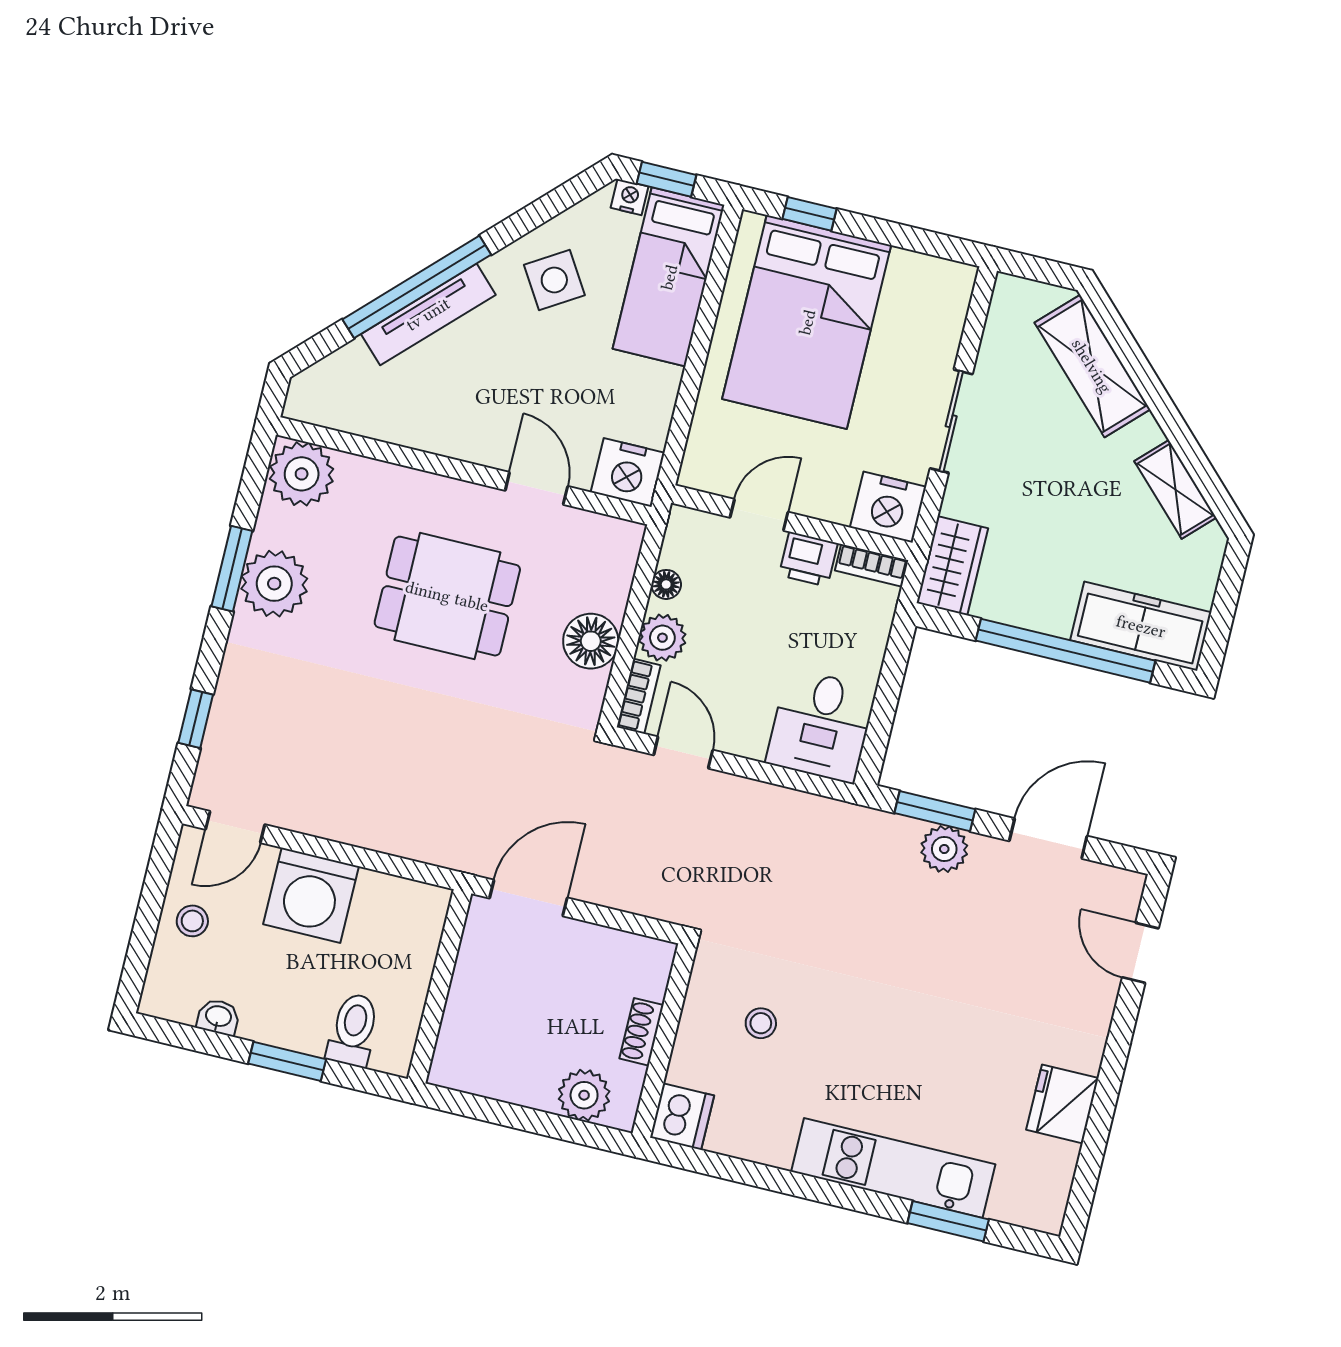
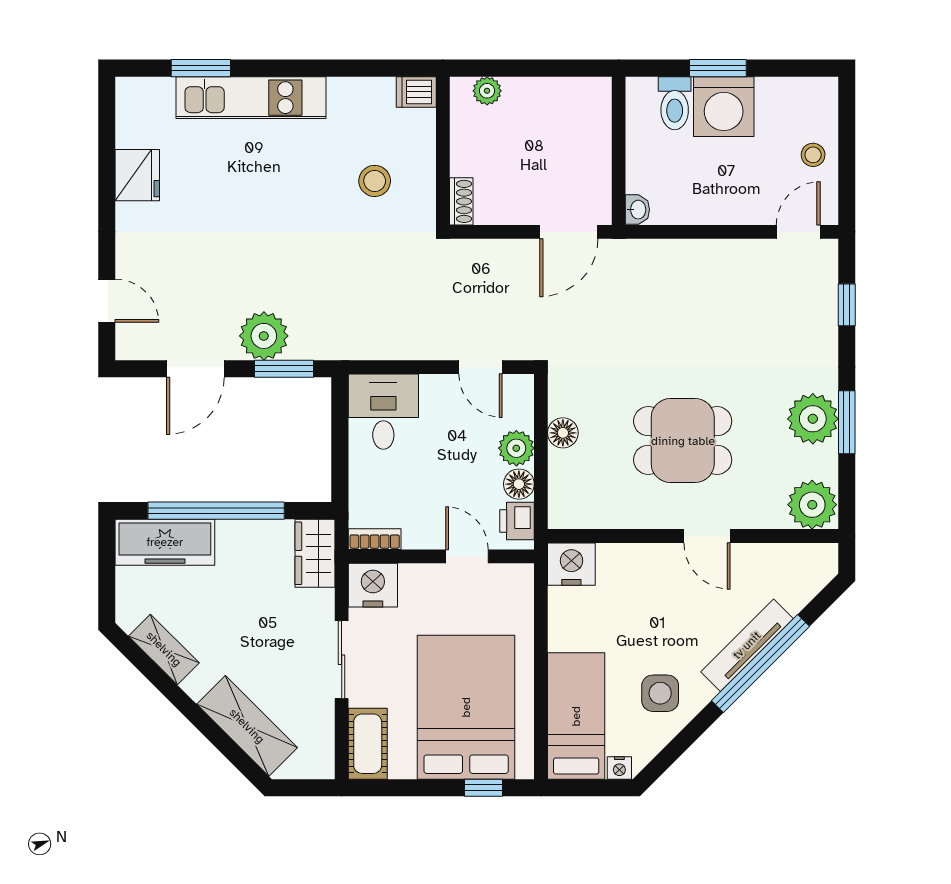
window: (667, 179) -> (595, 788), removed
side table: (554, 280) -> (660, 693), turned 32
cot: (944, 306) -> (368, 744), added
door: (536, 488) -> (707, 536), moved
door: (759, 515) -> (467, 556), swing flipped
printer: (808, 559) -> (517, 521), moved, turned -90
floor lamp: (666, 584) -> (519, 484), width x1.37, depth x1.37
floor lamp: (591, 641) -> (563, 433), width x0.73, depth x0.73
bookcase: (639, 696) -> (523, 401), removed
plant: (944, 849) -> (264, 336), width x1.36, depth x1.36
washing machine: (311, 895) -> (724, 107), moved, turned 180
washbasin: (218, 1017) -> (637, 210), moved, turned -90
stool: (761, 1023) -> (375, 181), width x1.37, depth x1.37
shoe rack: (642, 1032) -> (461, 201), moved
plant: (584, 1095) -> (487, 91), width x0.73, depth x0.73
dishwasher: (682, 1117) -> (416, 92), width x0.73

